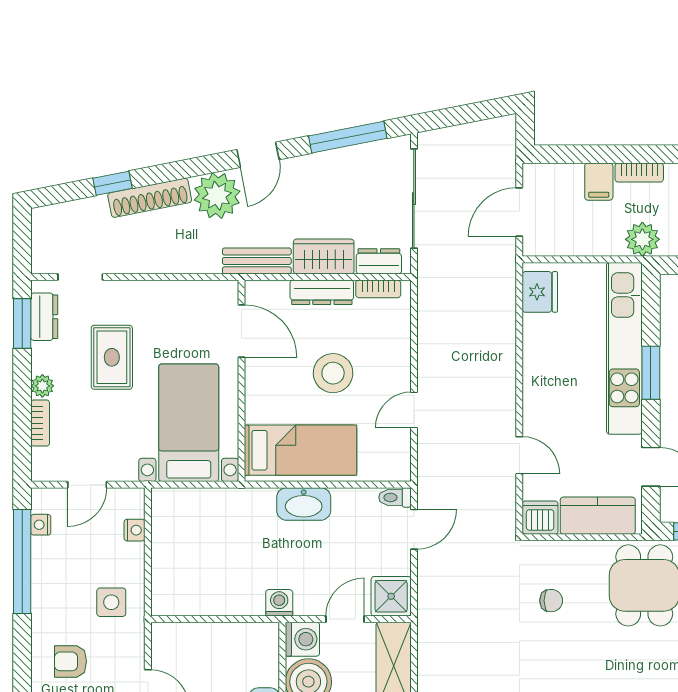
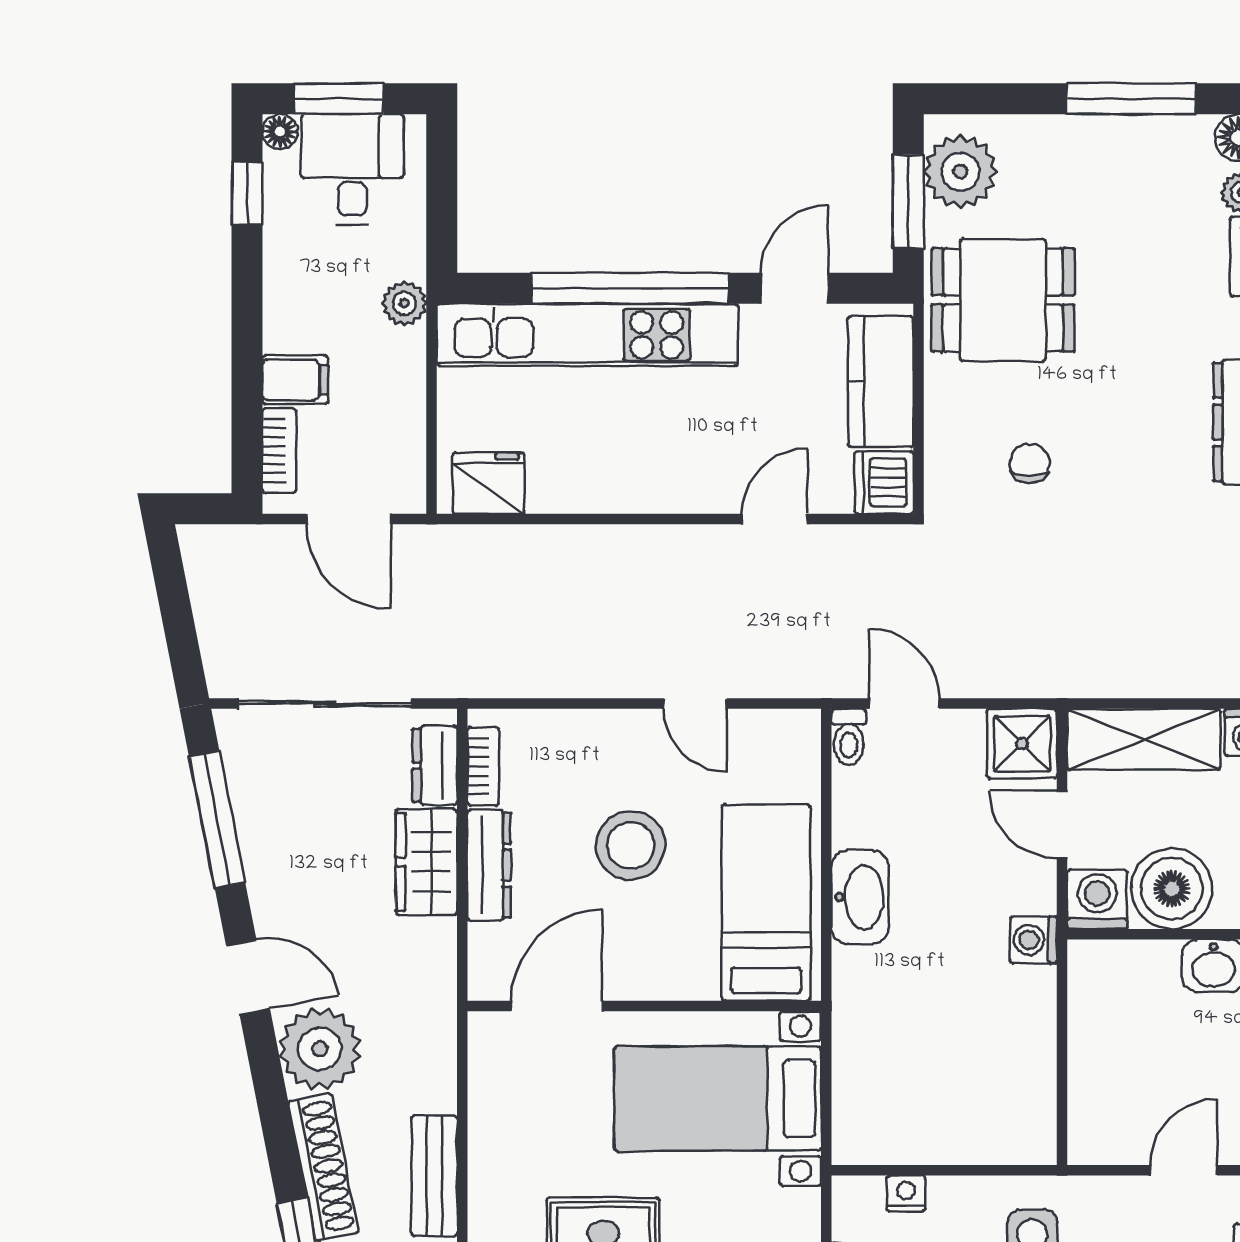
bookcase: (639, 173) -> (279, 451), moved
plant: (642, 239) -> (404, 303), width x0.73, depth x0.73
bench: (257, 261) -> (434, 1176), moved
window: (651, 373) -> (630, 288), width x2.11

